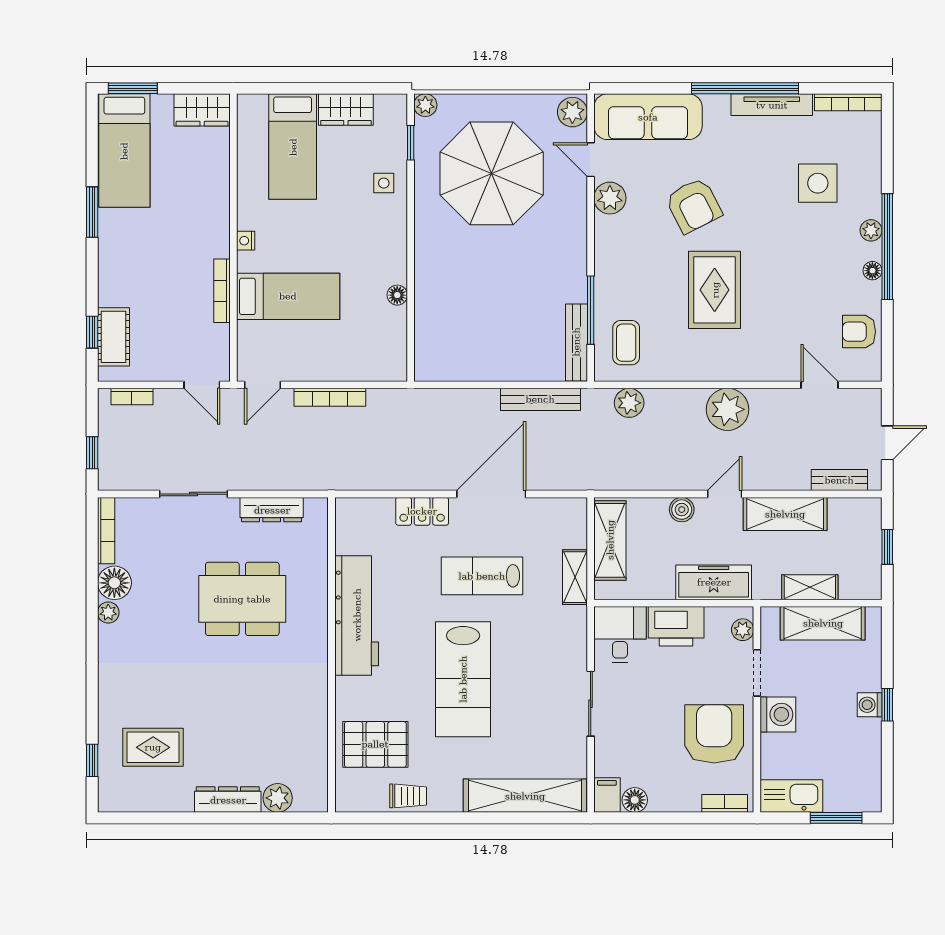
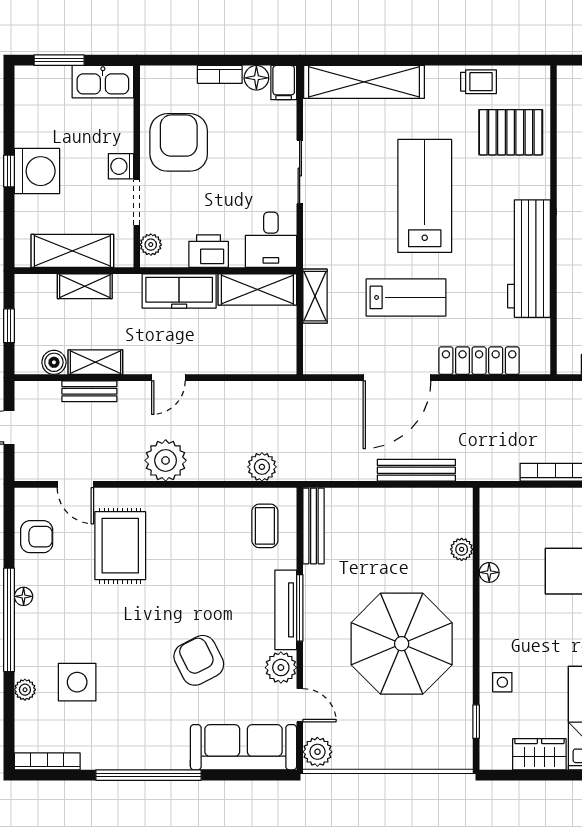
plant: (425, 105) -> (462, 549), moved
tv unit: (772, 105) -> (286, 610), moved, turned -90
parasol: (492, 173) -> (402, 644), moved
plant: (871, 230) -> (25, 690), moved
rug: (715, 290) -> (120, 546), moved
window: (591, 310) -> (300, 608), moved
bench: (540, 399) -> (416, 470), moved
bench: (839, 480) -> (89, 391), moved
boiler: (682, 510) -> (54, 362), moved
locker: (422, 511) -> (479, 361), width x1.53
shelving: (785, 514) -> (95, 362), width x0.67, depth x0.75
shelving: (610, 540) -> (257, 290), moved, turned 90
printer: (676, 626) -> (209, 251), width x0.73, depth x0.84
washing machine: (870, 705) -> (37, 171), width x1.89, depth x1.89
washing machine: (778, 714) -> (121, 166), width x0.73, depth x0.73
armchair: (714, 734) -> (179, 142), turned 180
trolley: (408, 796) -> (479, 82), turned 180
bookcase: (725, 803) -> (220, 74), moved

